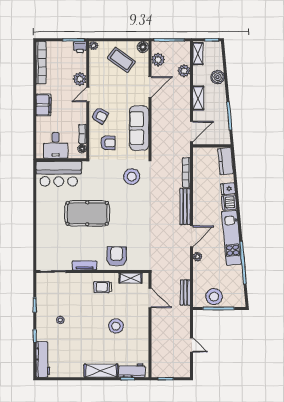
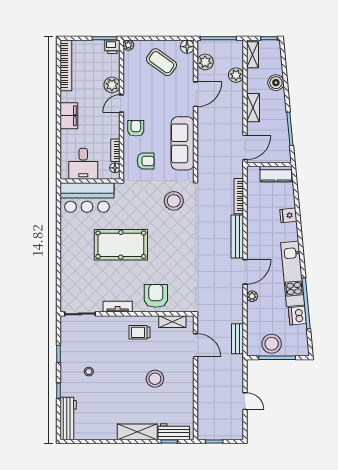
armchair: (100, 115) -> (136, 128), turned -119
kitchen counter: (226, 161) -> (276, 174), moved, turned -85
dishwasher: (229, 203) -> (297, 316), moved

